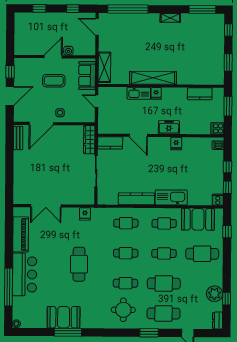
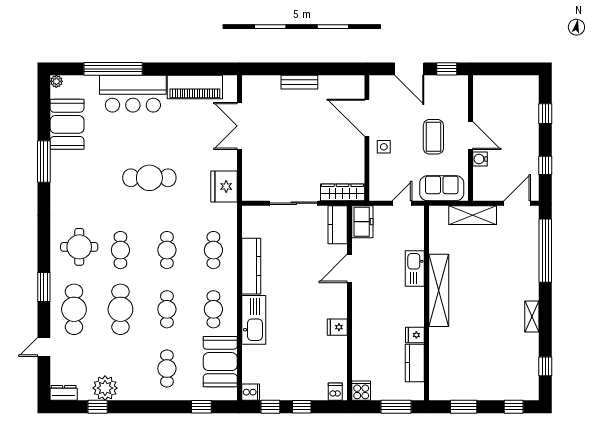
window: (202, 10) -> (545, 366), width x0.46
shelving: (104, 67) -> (473, 215), moved
fridge: (156, 93) -> (415, 335), moved
freezer: (169, 127) -> (362, 222), moved
bench: (18, 138) -> (299, 82), moved
fridge: (85, 214) -> (224, 186), width x1.88, depth x1.34
cafe table: (202, 254) -> (167, 369), width x0.73, depth x0.74
booth: (64, 317) -> (67, 124), moved

